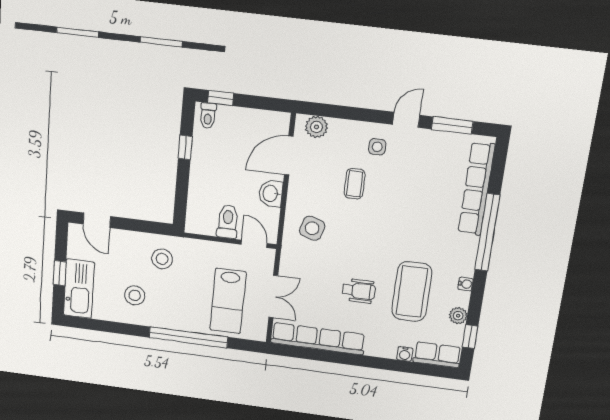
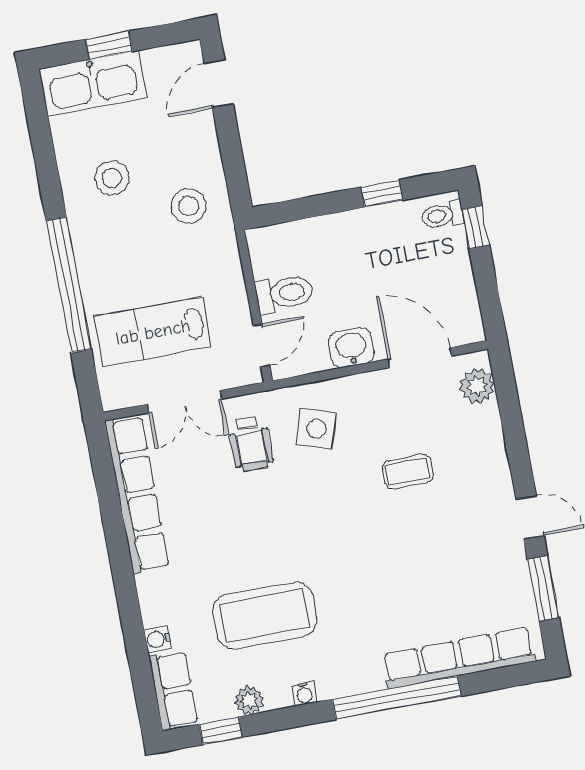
side table: (377, 147) -> (476, 487), removed
wheelchair: (359, 291) -> (251, 444), moved

